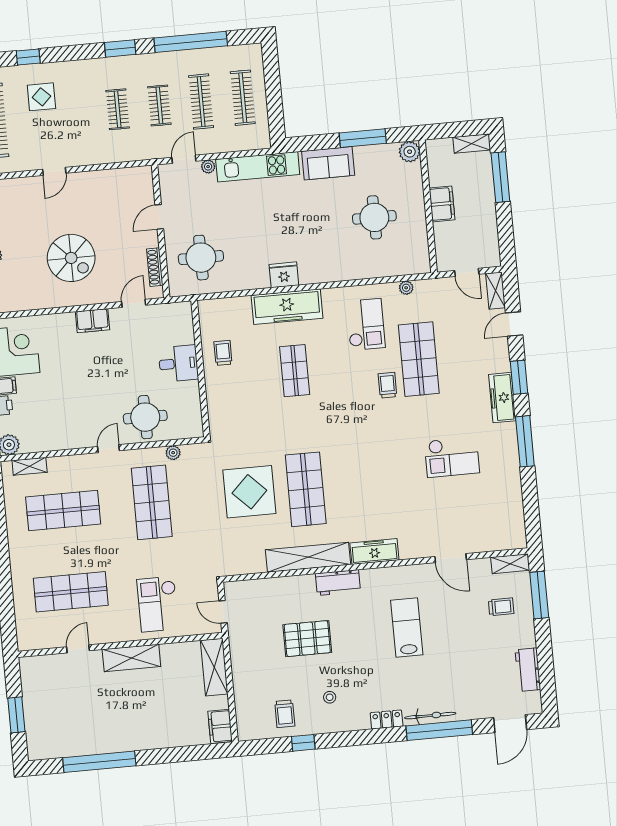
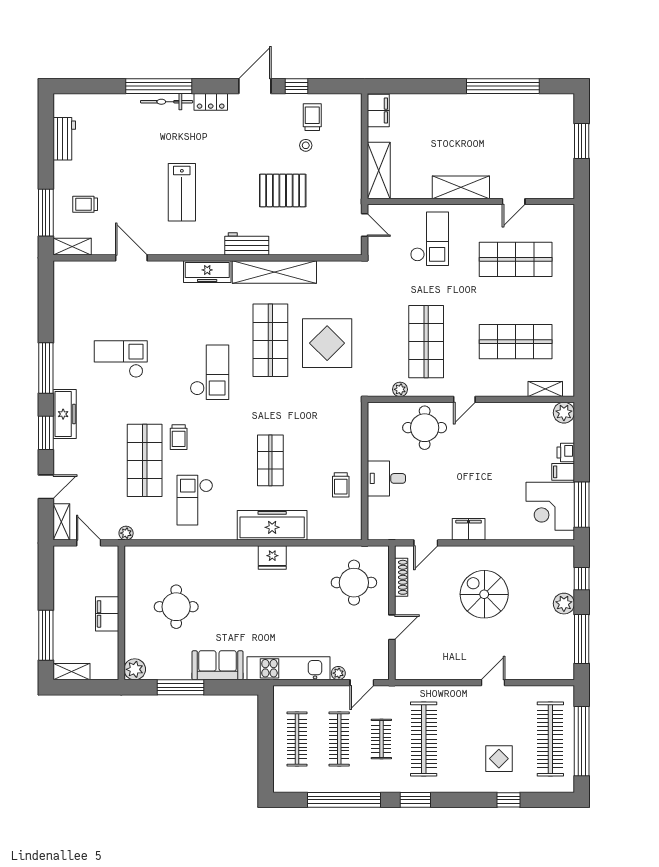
clothes rail: (118, 109) -> (424, 739), width x1.86, depth x1.31
plant: (406, 288) -> (126, 533), moved
checkout: (363, 452) -> (209, 372), added
stool: (330, 697) -> (306, 145), moved
door: (510, 724) -> (255, 86), moved

